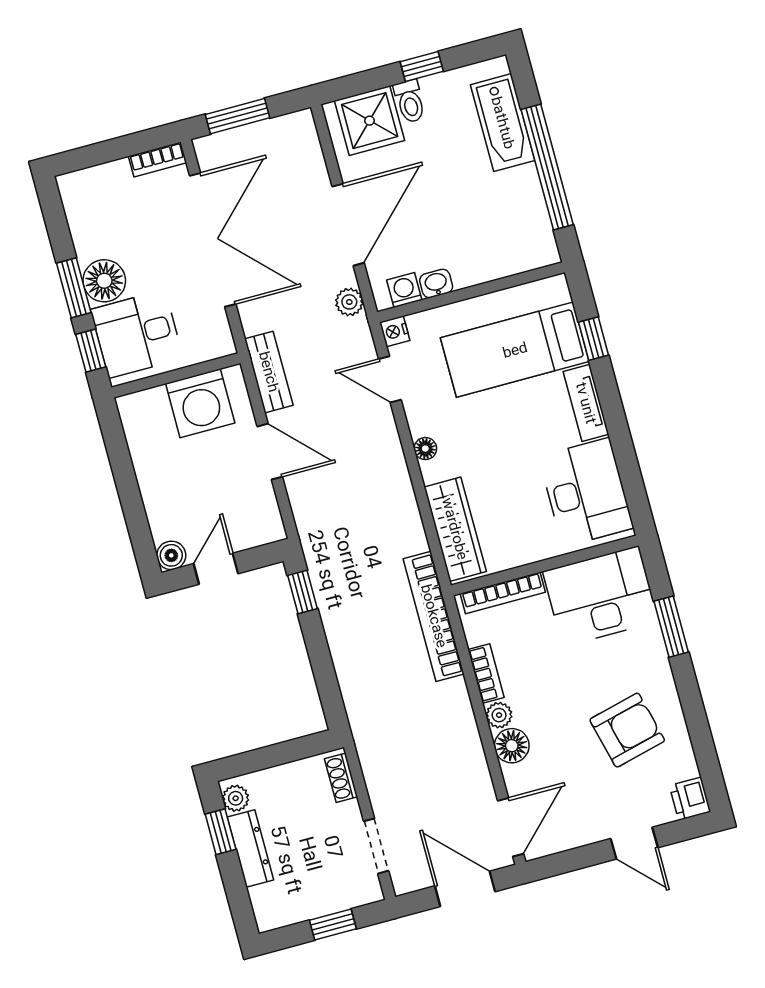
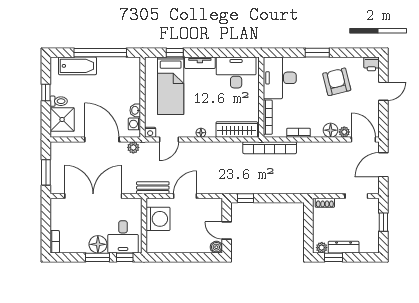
bookcase: (157, 159) -> (55, 242), moved
window: (671, 627) -> (317, 53), moved
plant: (499, 715) -> (344, 132), moved

